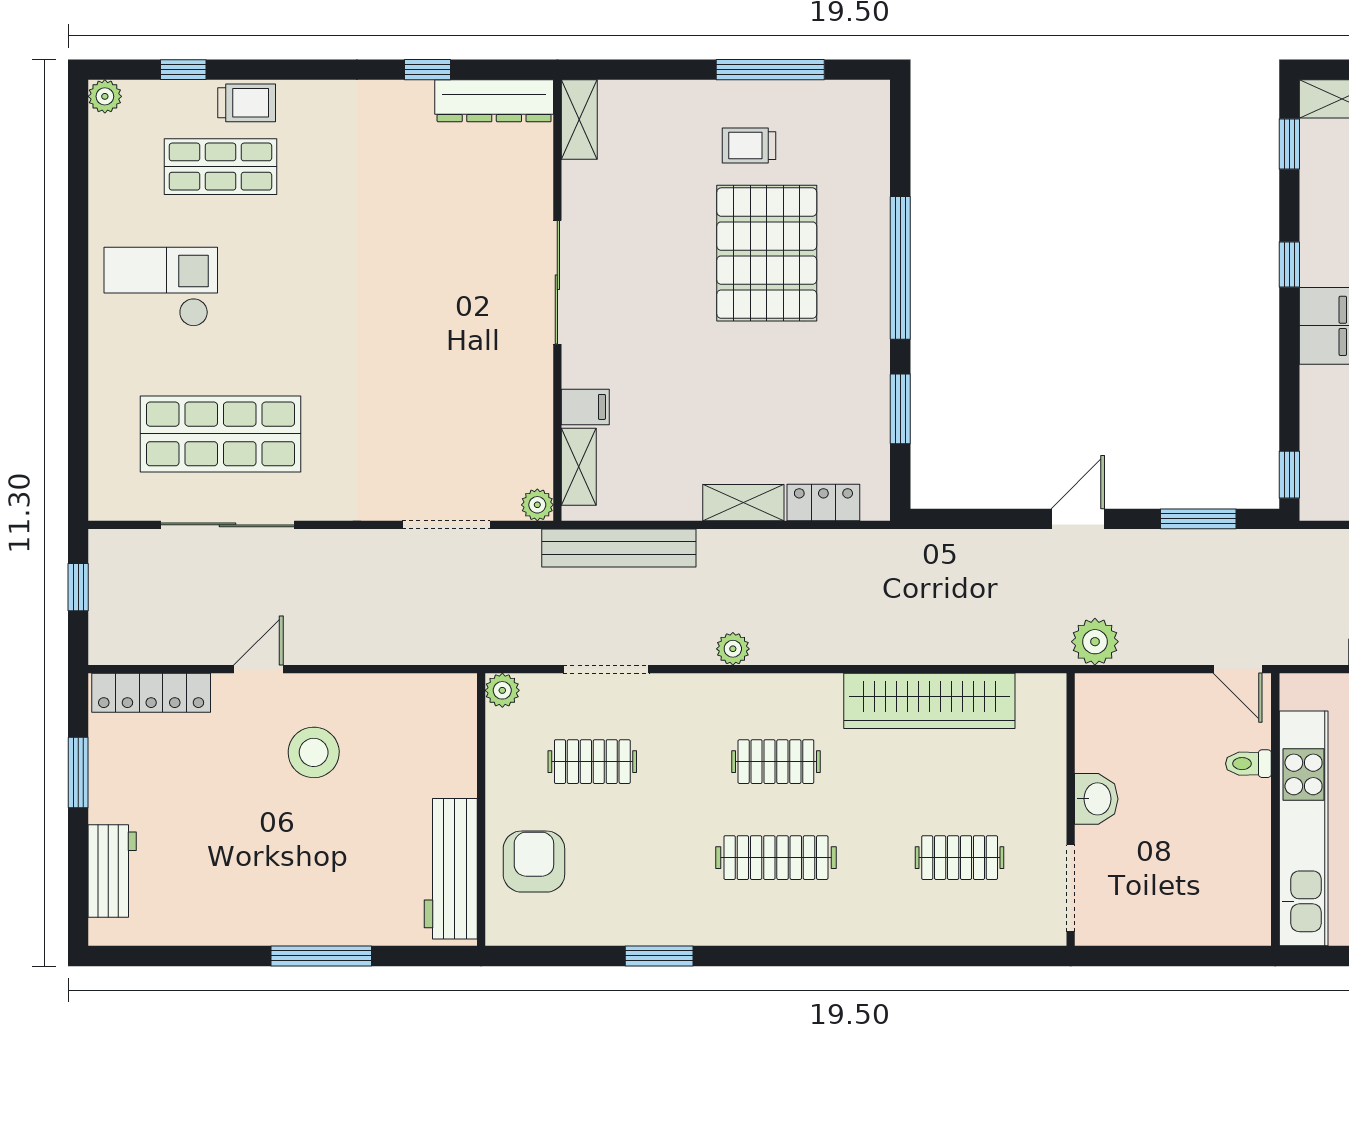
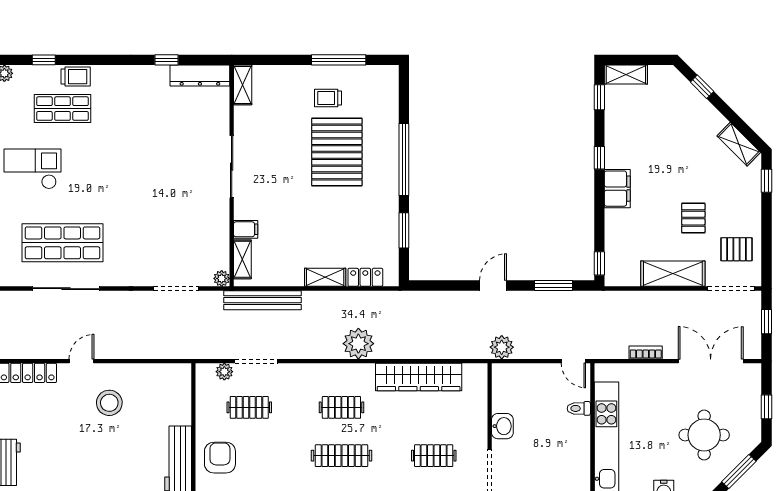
plant: (733, 649) -> (358, 344), moved, width x1.88, depth x1.88
plant: (502, 690) -> (224, 372), moved

